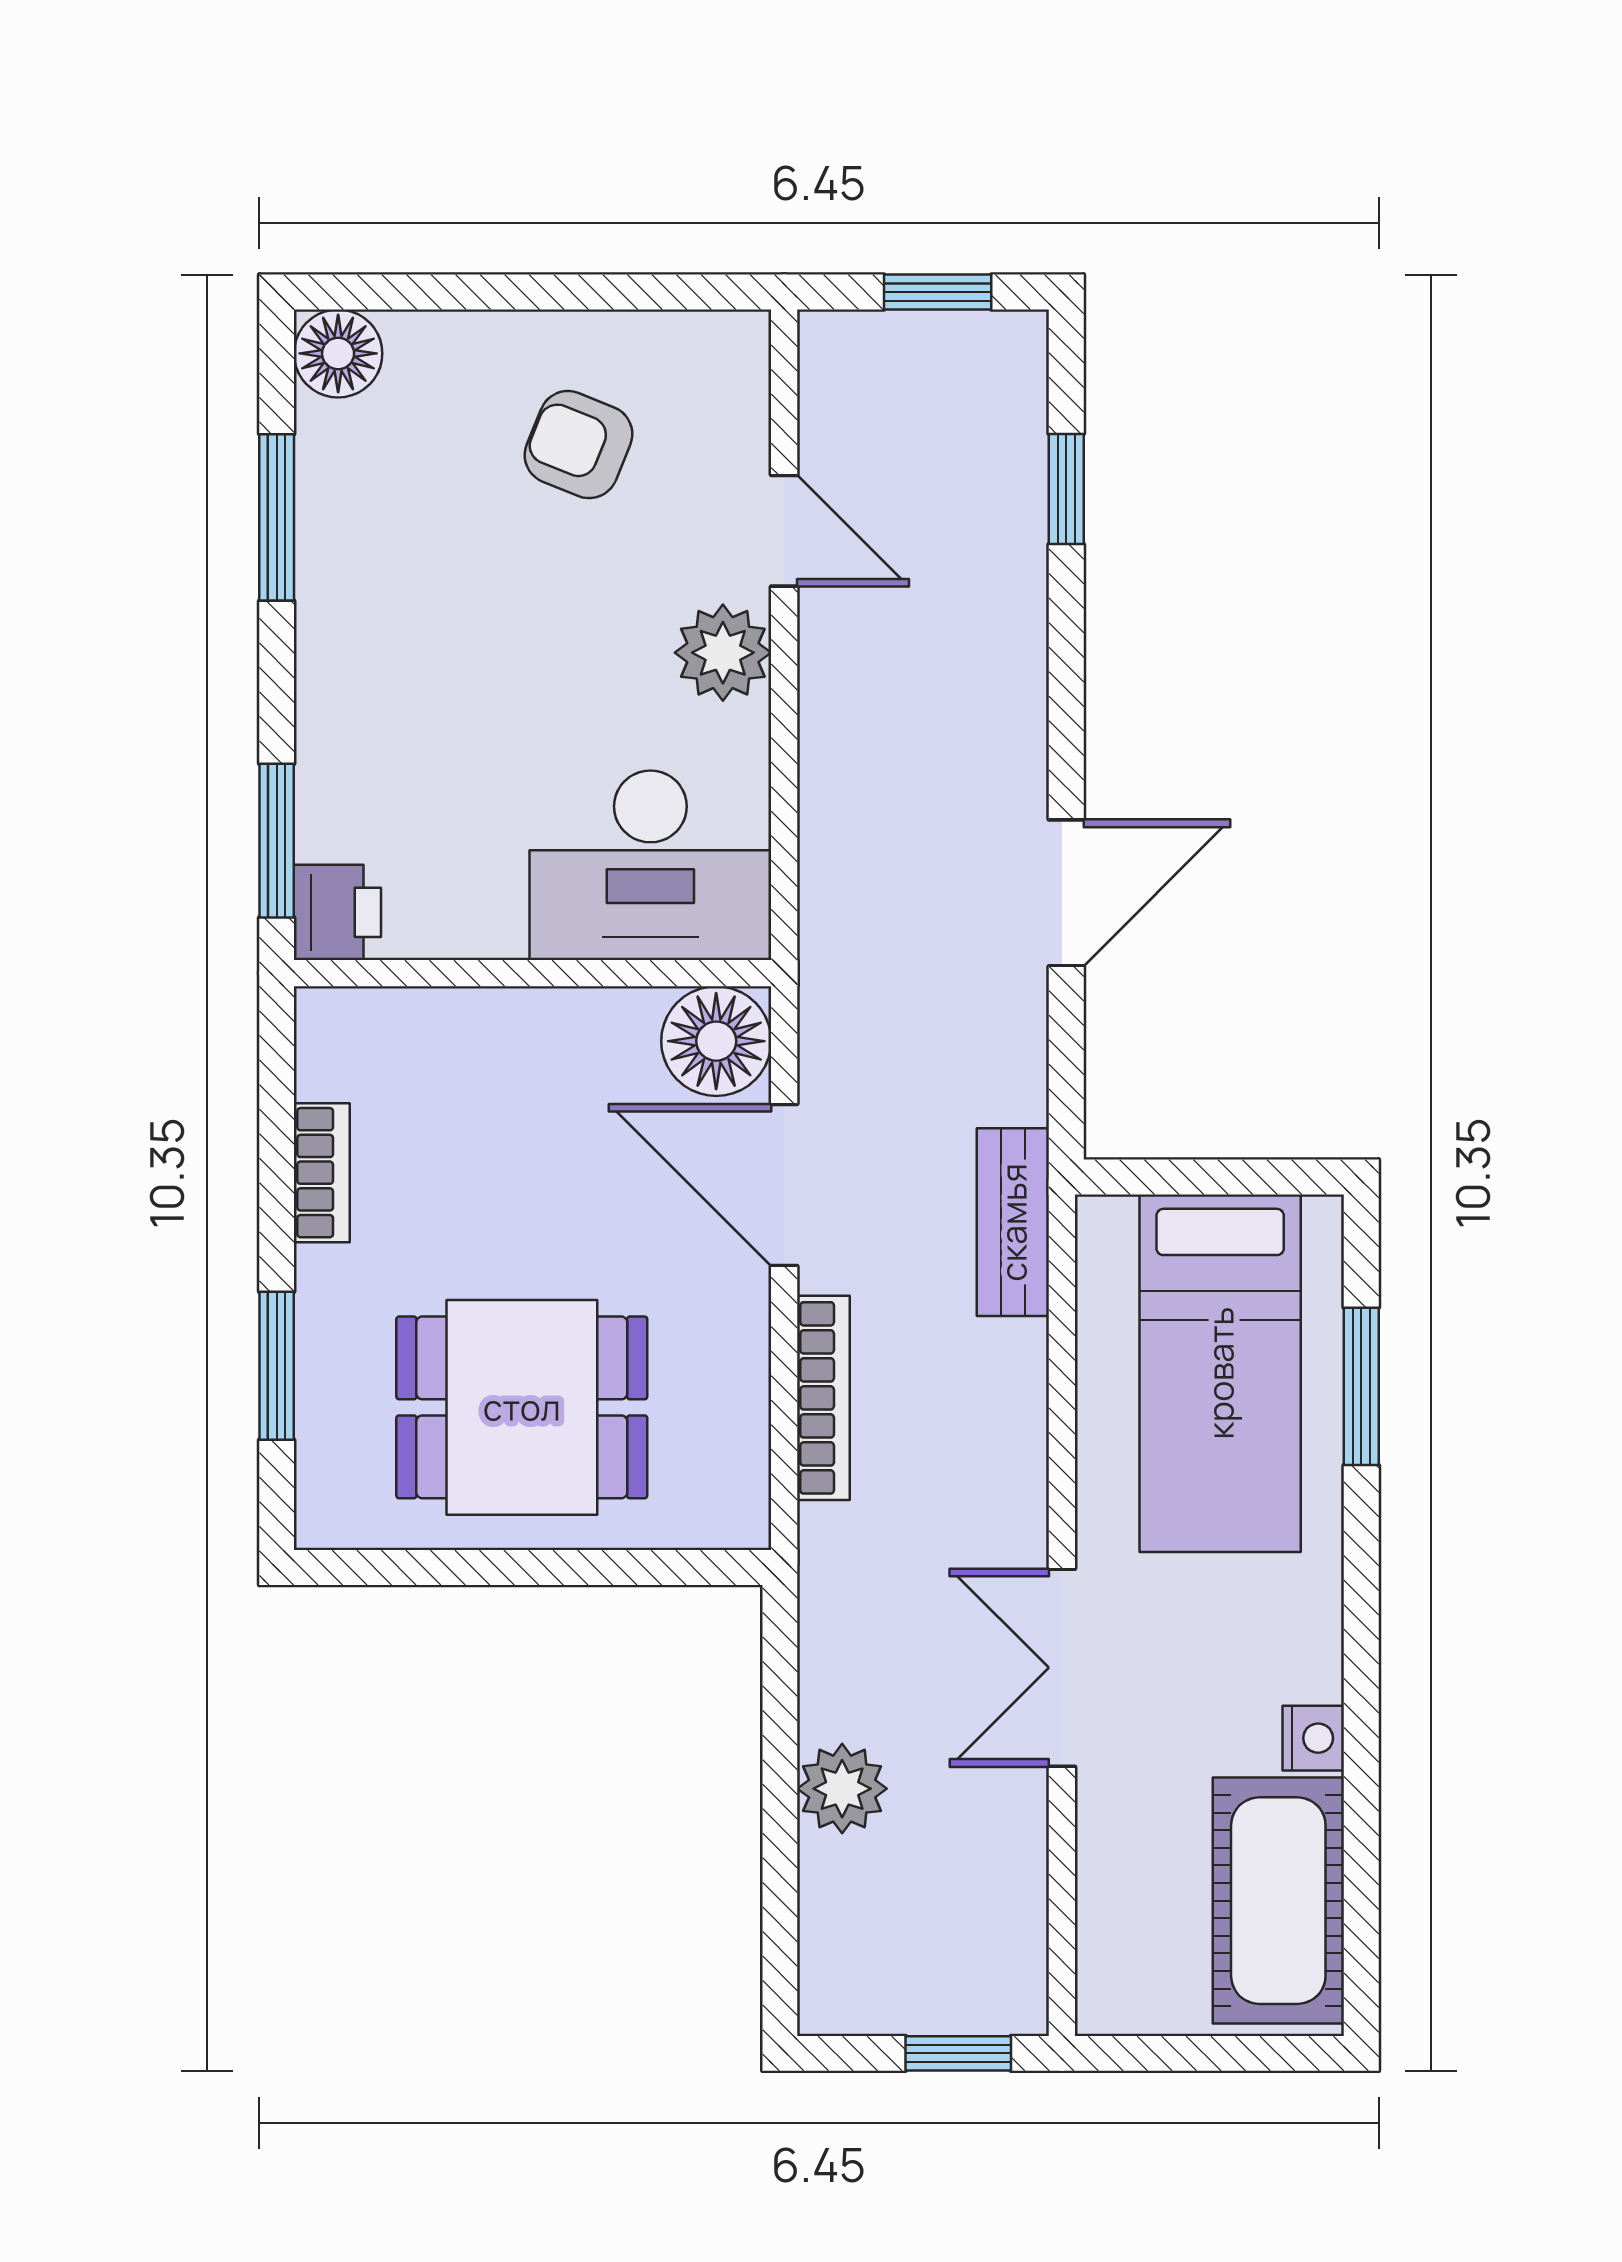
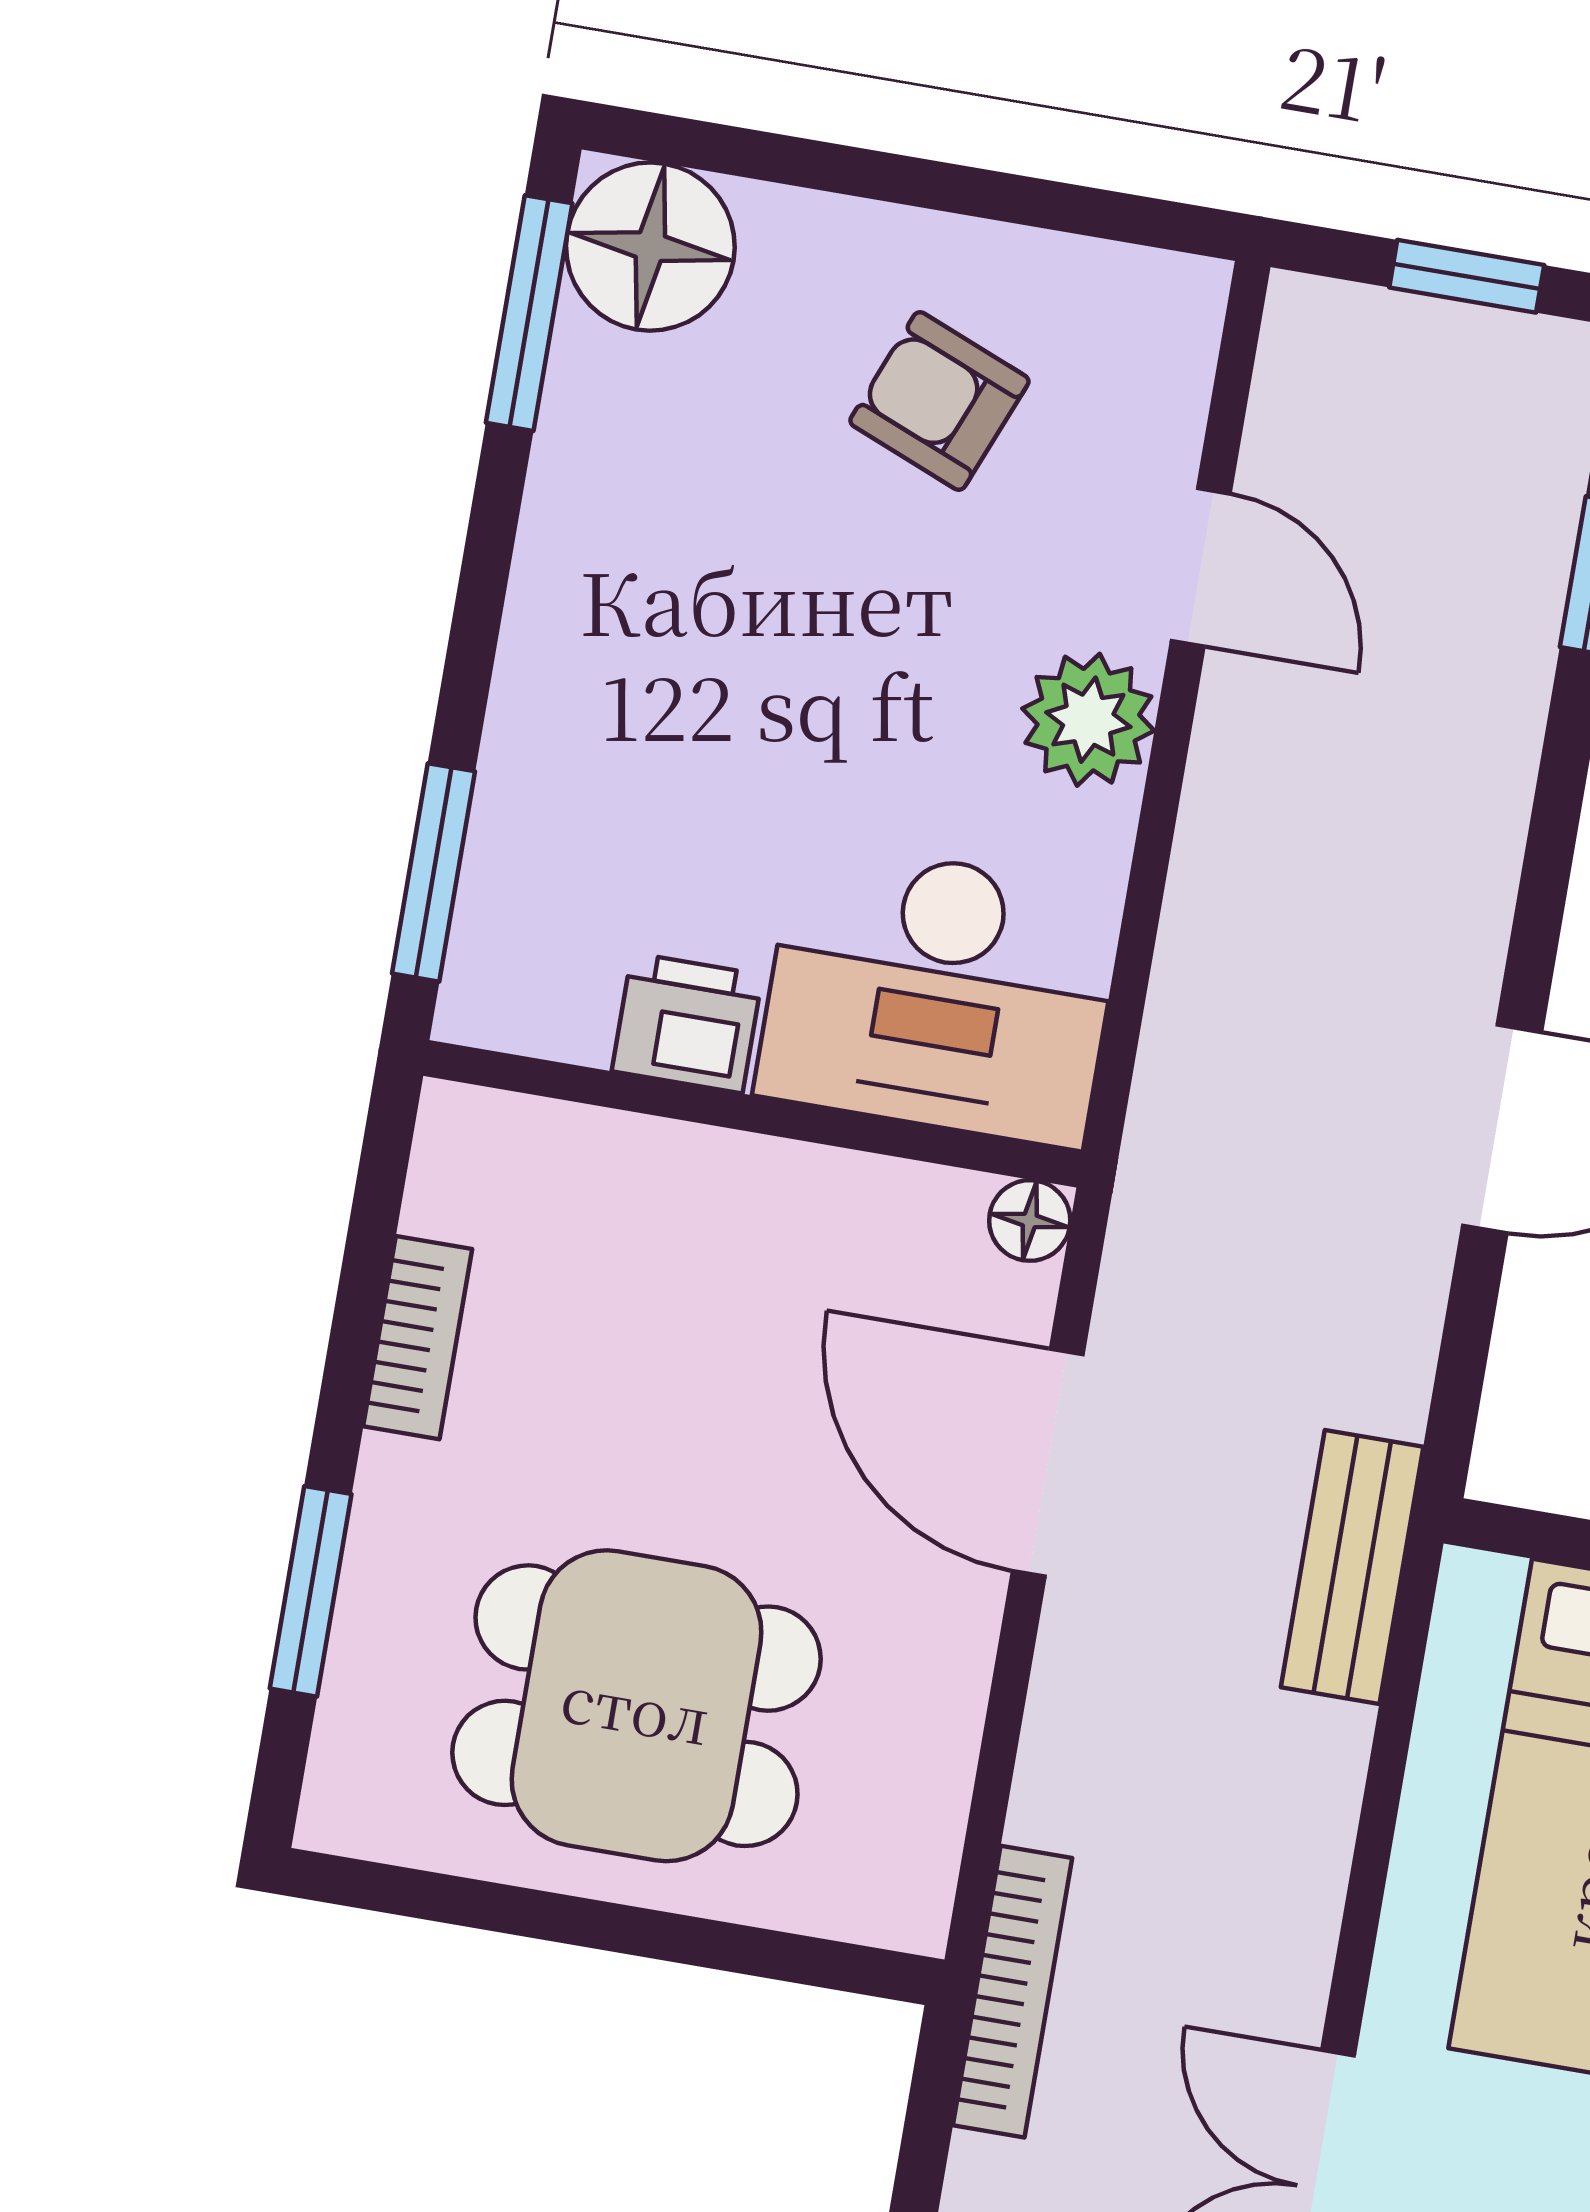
floor lamp: (338, 353) -> (650, 247), width x1.38, depth x1.38
window: (277, 517) -> (529, 313), moved
printer: (337, 912) -> (687, 1023), moved, turned -90
floor lamp: (716, 1041) -> (1030, 1221), width x0.53, depth x0.53
bookcase: (823, 1398) -> (1013, 1992), moved

